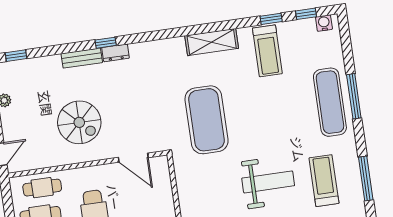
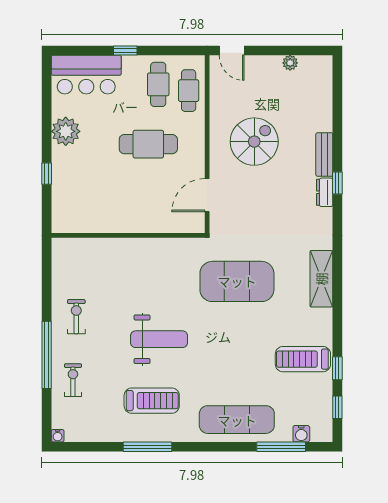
water cooler: (324, 23) -> (301, 434), moved, turned 90
shelving: (212, 42) -> (321, 279), moved
window: (16, 56) -> (337, 83), removed
window: (354, 96) -> (281, 447), moved
spiral stairs: (79, 122) -> (254, 142), turned 180
weight bench: (268, 182) -> (159, 339), turned -90

